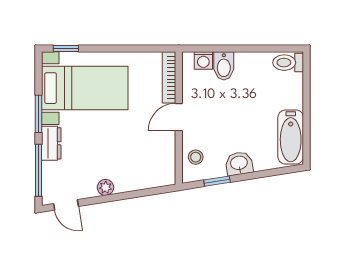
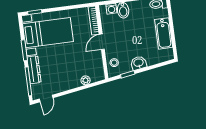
bathtub: (291, 137) -> (164, 33), moved
dresser: (51, 143) -> (34, 70), width x1.44
plant: (105, 187) -> (86, 80), moved
door: (66, 205) -> (46, 98), hinge flipped

